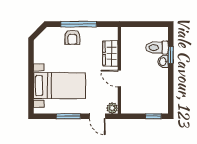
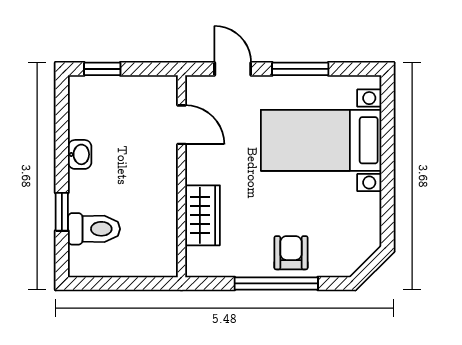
washbasin: (163, 62) -> (80, 154), moved
door: (119, 79) -> (181, 125), moved
plant: (112, 108) -> (198, 88), removed

